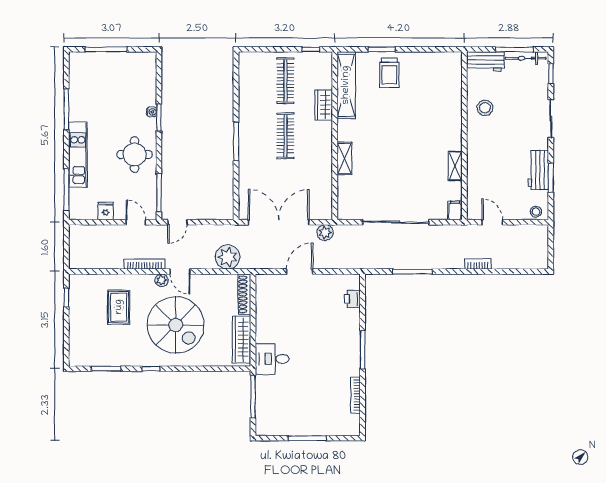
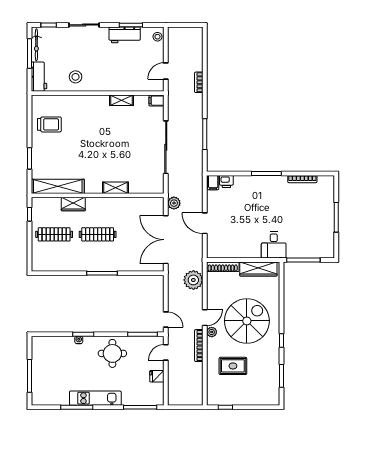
trolley: (389, 73) -> (49, 124), moved
kitchen unit: (78, 155) -> (95, 398), moved
filing cabinet: (351, 282) -> (213, 183), added

